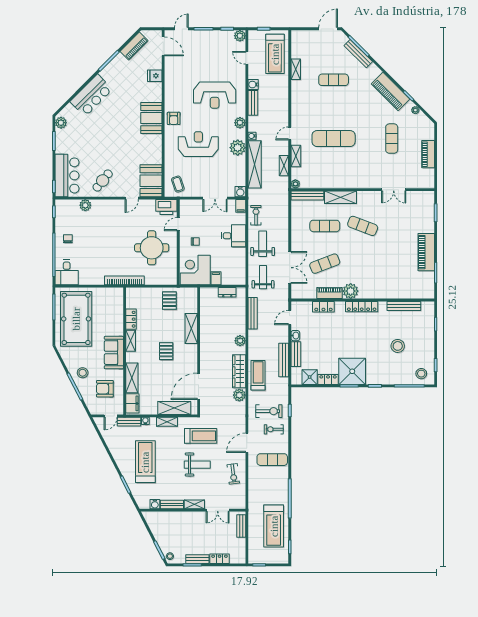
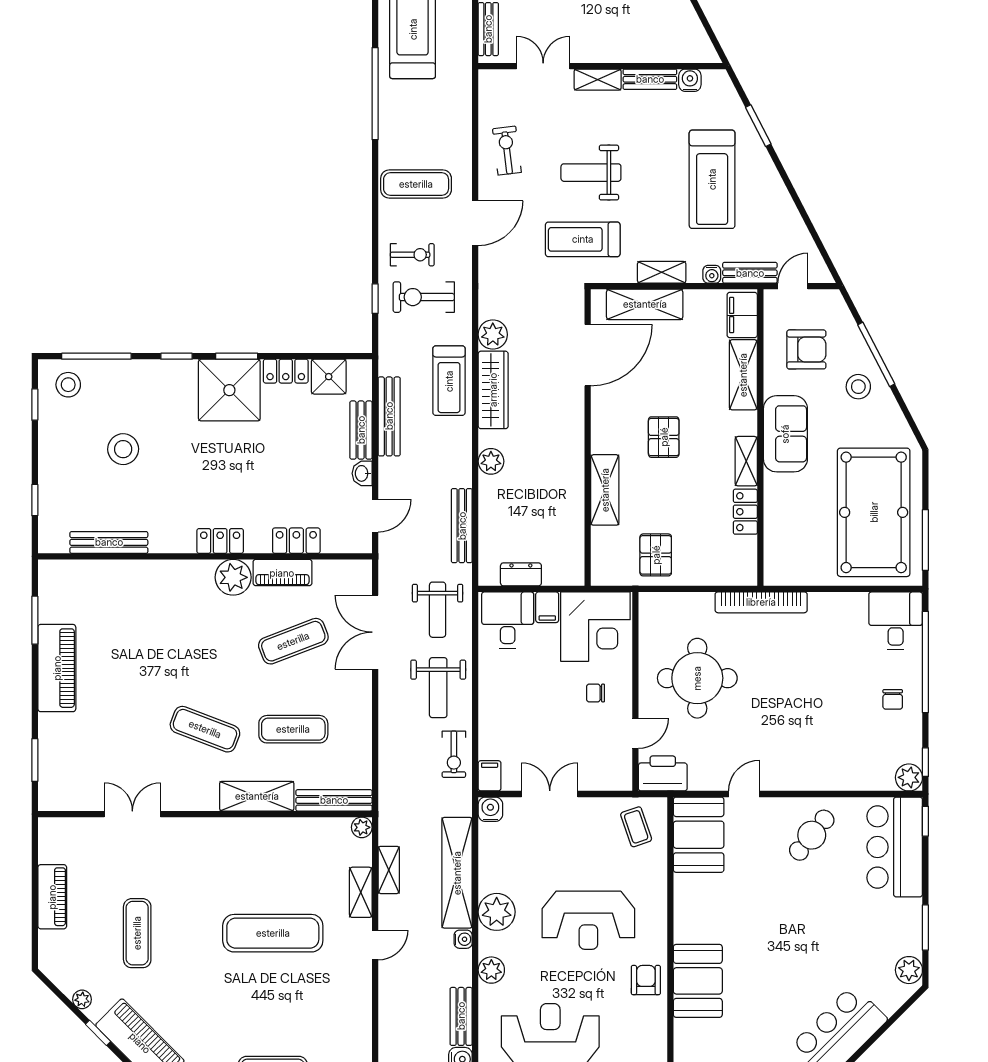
plant: (85, 205) -> (909, 777), moved
desk: (234, 236) -> (508, 620), moved, turned 90
locker: (362, 307) -> (220, 541), width x0.66

